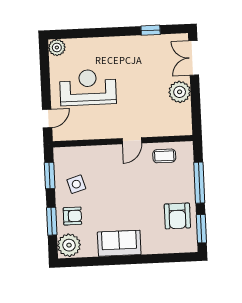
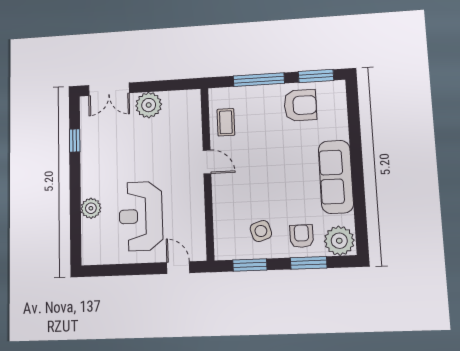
plant: (57, 48) -> (91, 208), moved
sofa: (119, 243) -> (336, 177), width x1.36

